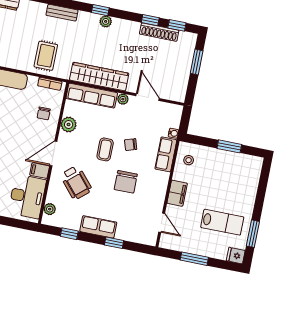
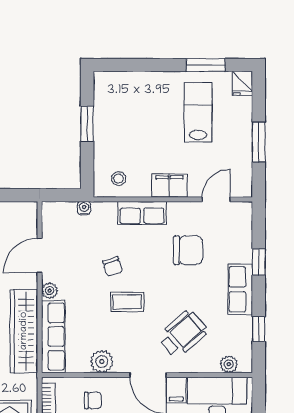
row of seats: (166, 154) -> (142, 213), moved
chair: (126, 182) -> (188, 250), moved

